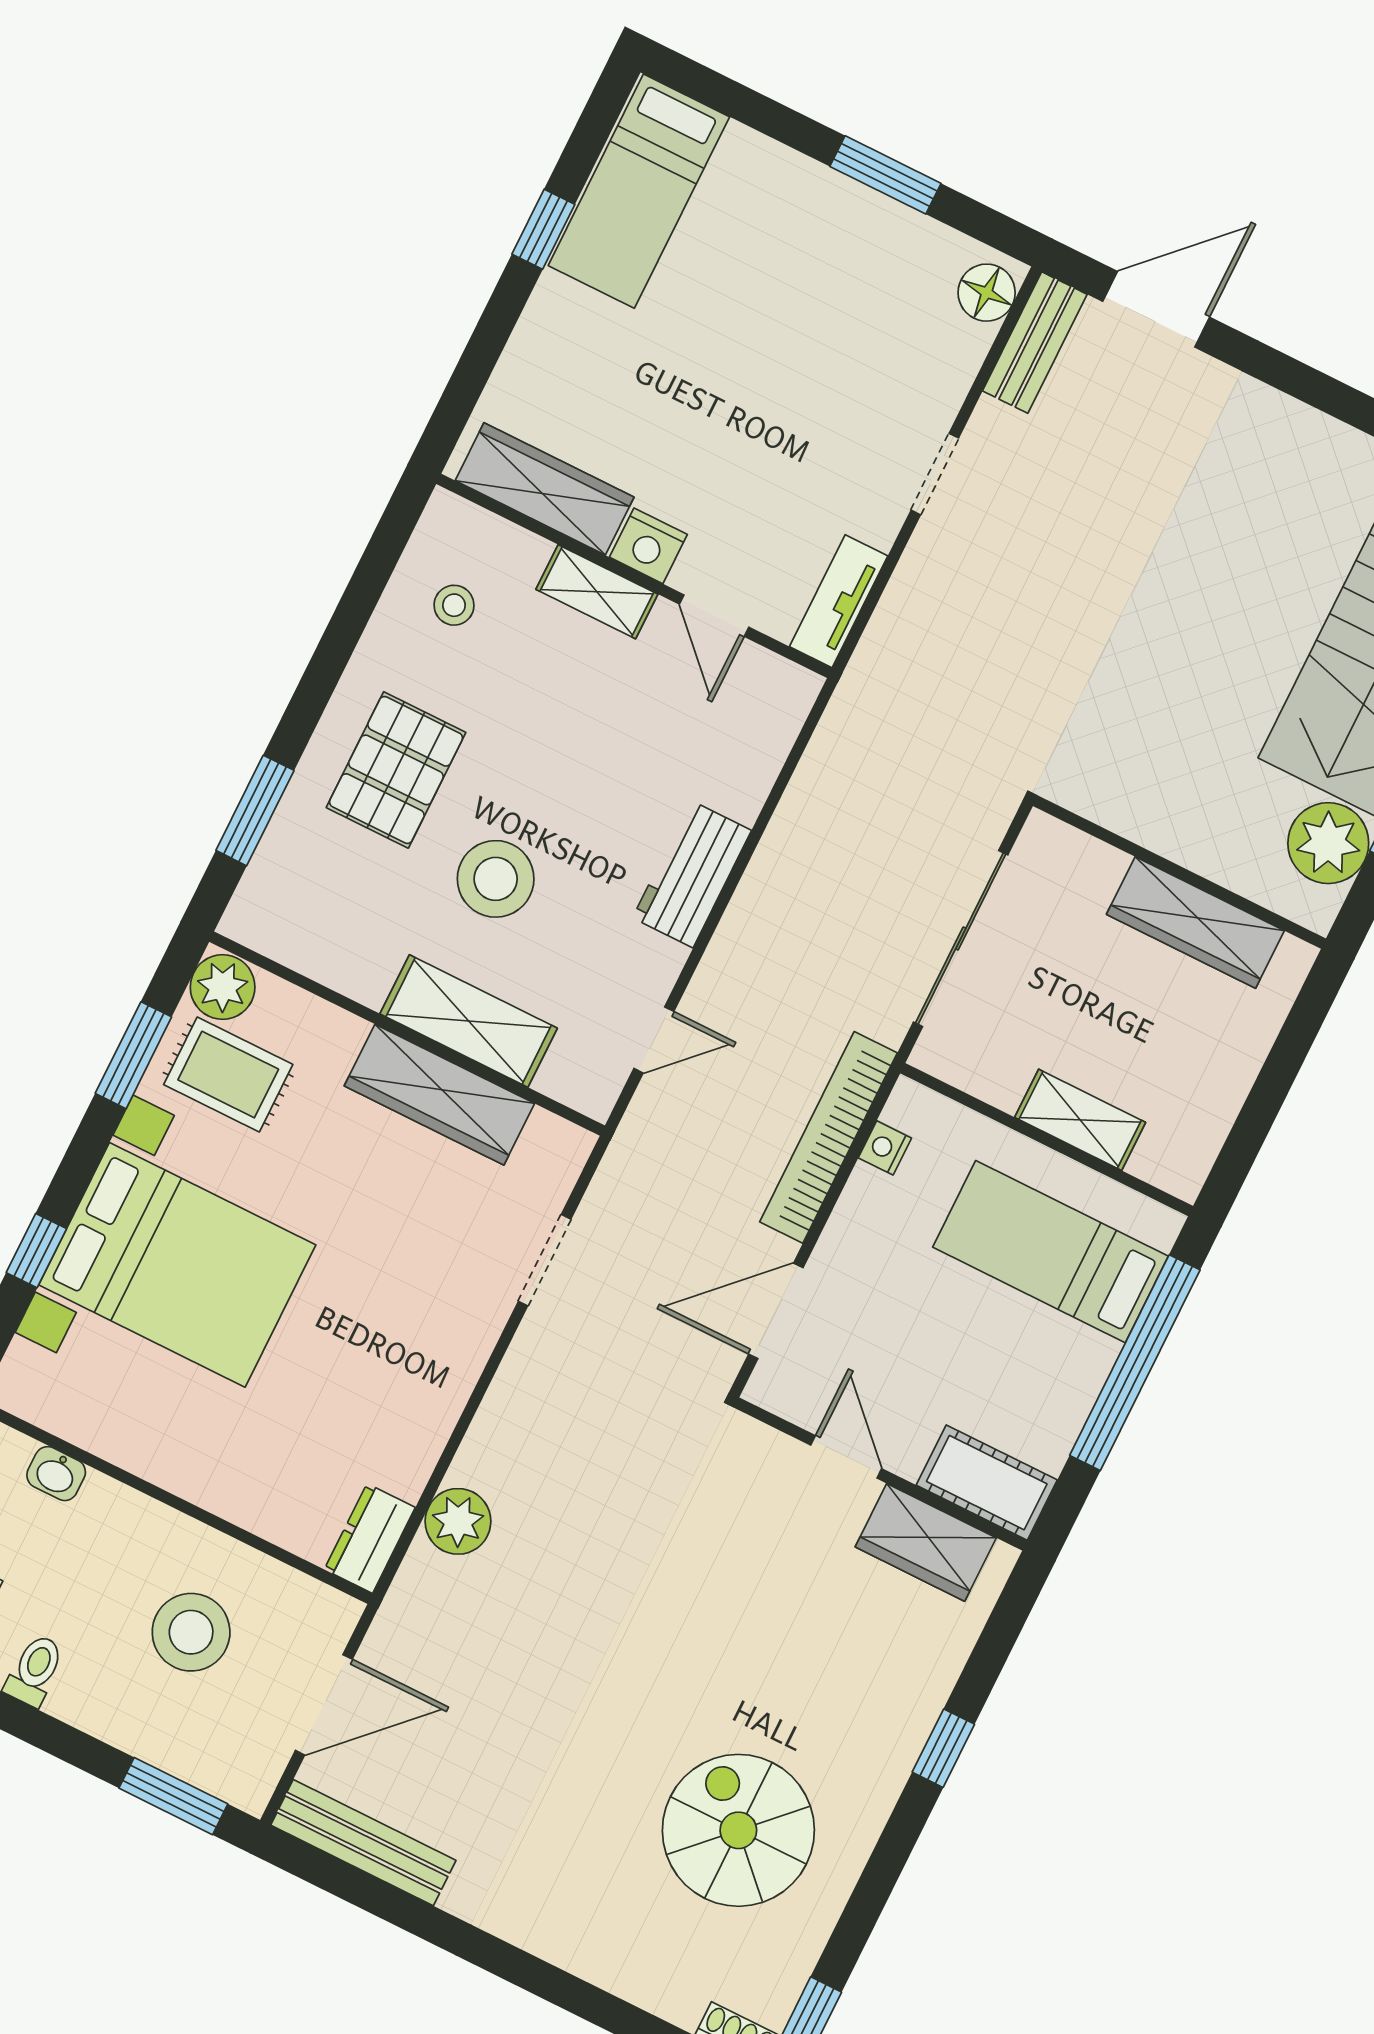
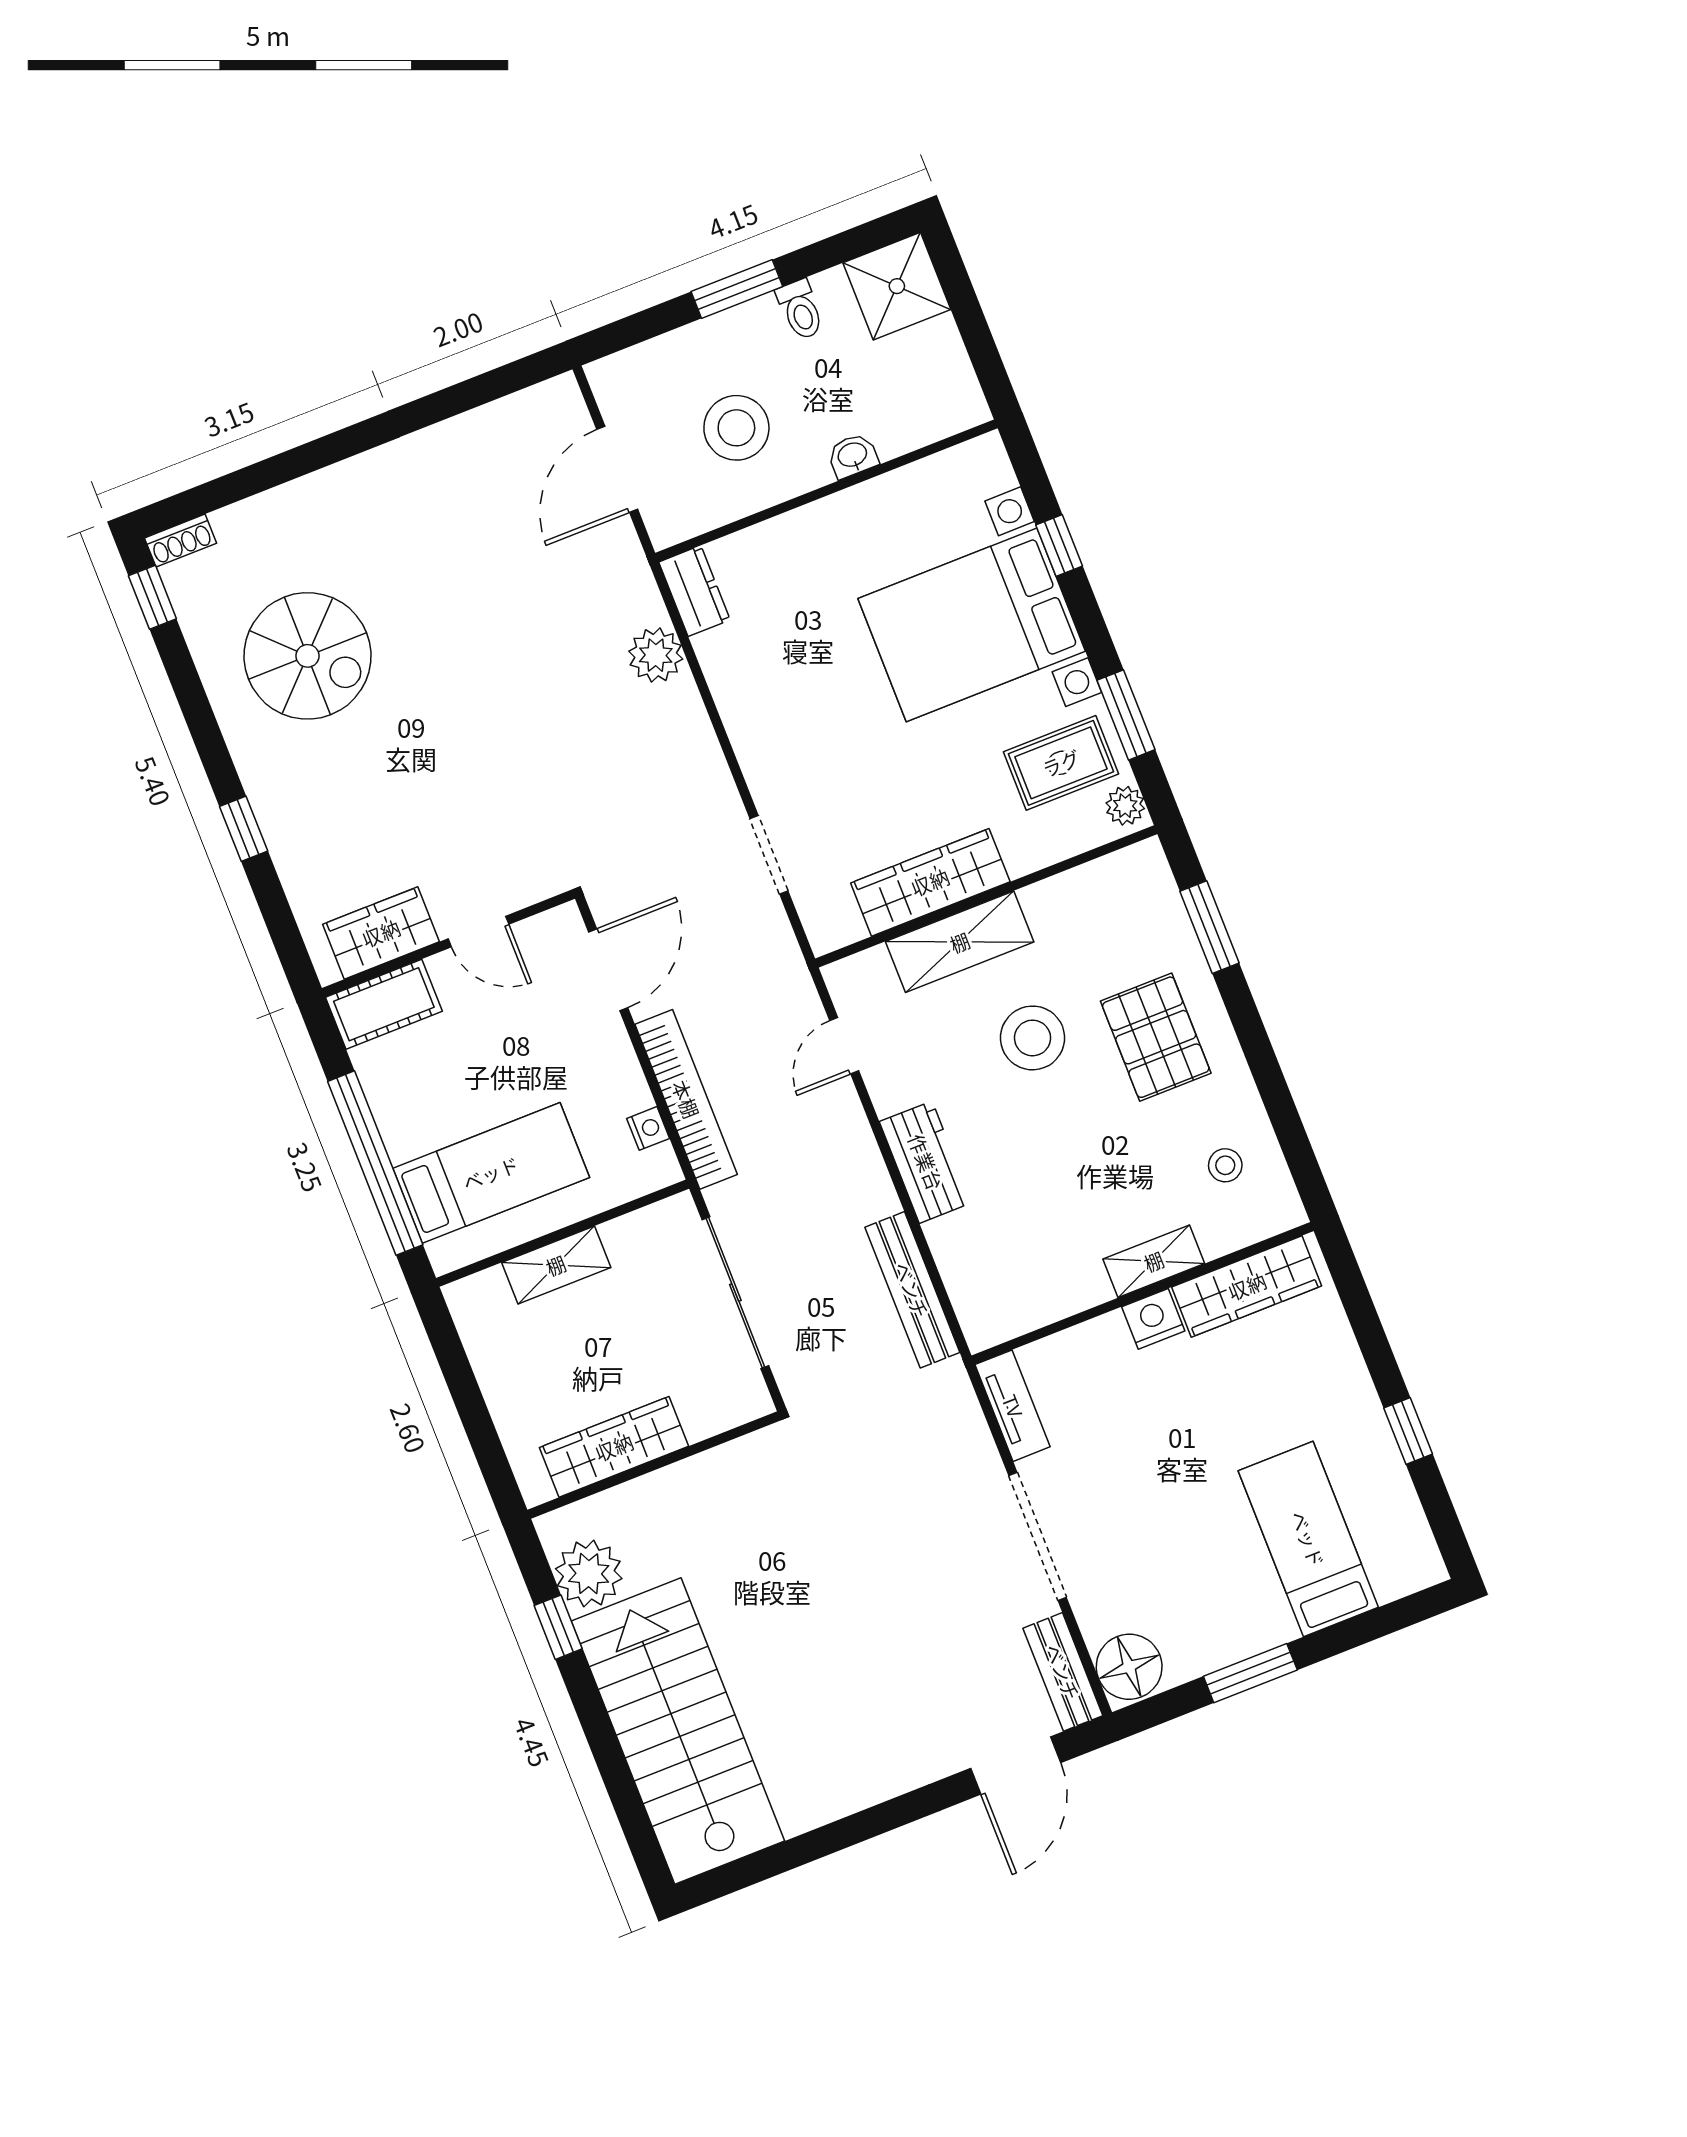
bed: (639, 191) -> (1308, 1539), moved
floor lamp: (987, 293) -> (1129, 1667), width x1.38, depth x1.38
doorway: (935, 474) -> (1037, 1536), width x1.88
door: (714, 616) -> (1073, 1321), removed
plant: (223, 987) -> (1125, 806), width x0.73, depth x0.73
washbasin: (56, 1474) -> (853, 456), moved
window: (173, 1796) -> (737, 289), moved
bench: (363, 1843) -> (912, 1290), moved, turned 90

